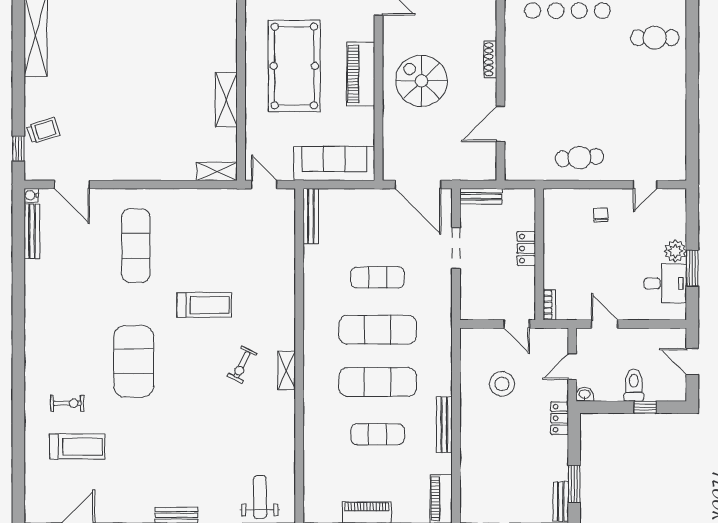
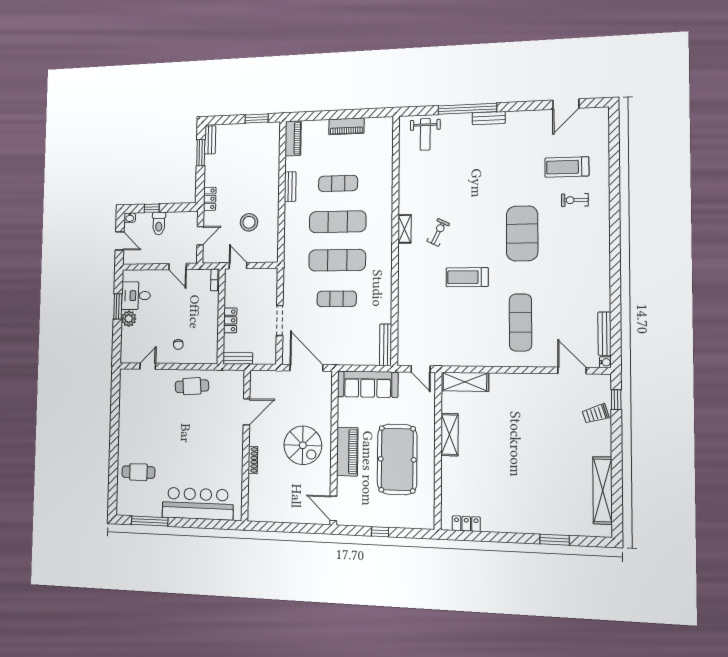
shelving: (217, 171) -> (465, 382), width x1.50, depth x1.33
bench: (481, 196) -> (238, 358), moved
washbasin: (585, 394) -> (130, 218), moved
bench: (444, 425) -> (290, 187), width x0.73

